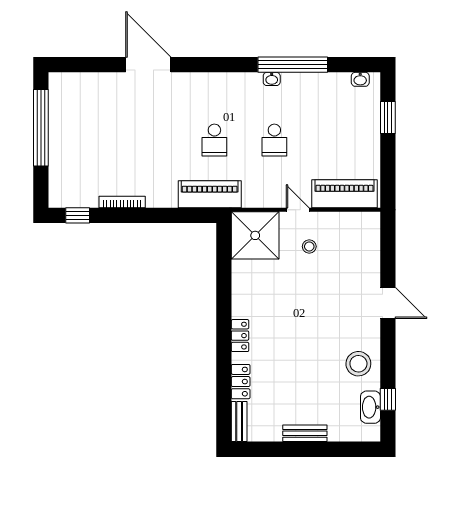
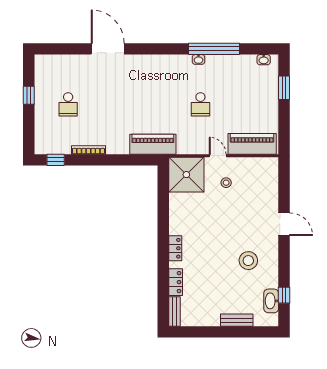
window: (41, 128) -> (29, 95), width x0.32
school desk: (214, 140) -> (68, 104), moved
stool: (358, 364) -> (248, 261), moved
bench: (305, 433) -> (237, 320), moved

